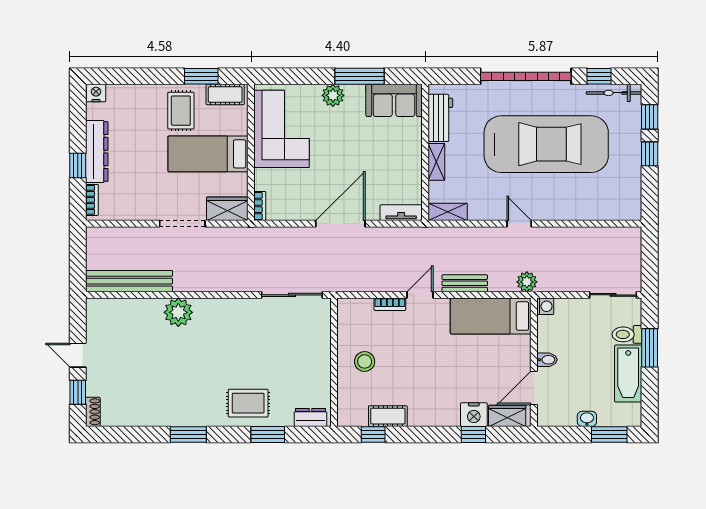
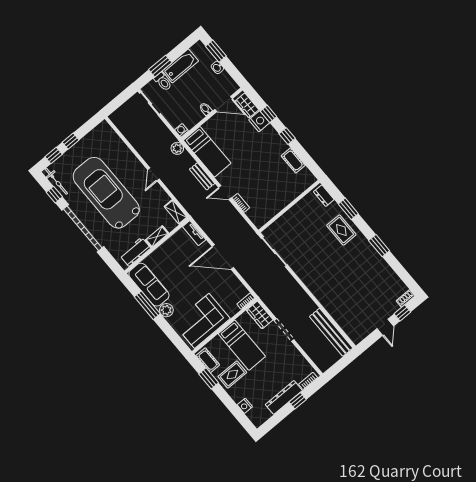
nightstand: (96, 93) -> (245, 406), moved
sofa: (394, 100) -> (149, 285), width x1.36
plant: (178, 312) -> (326, 297), removed
stool: (365, 361) -> (277, 192), removed
window: (373, 434) -> (287, 136), moved

